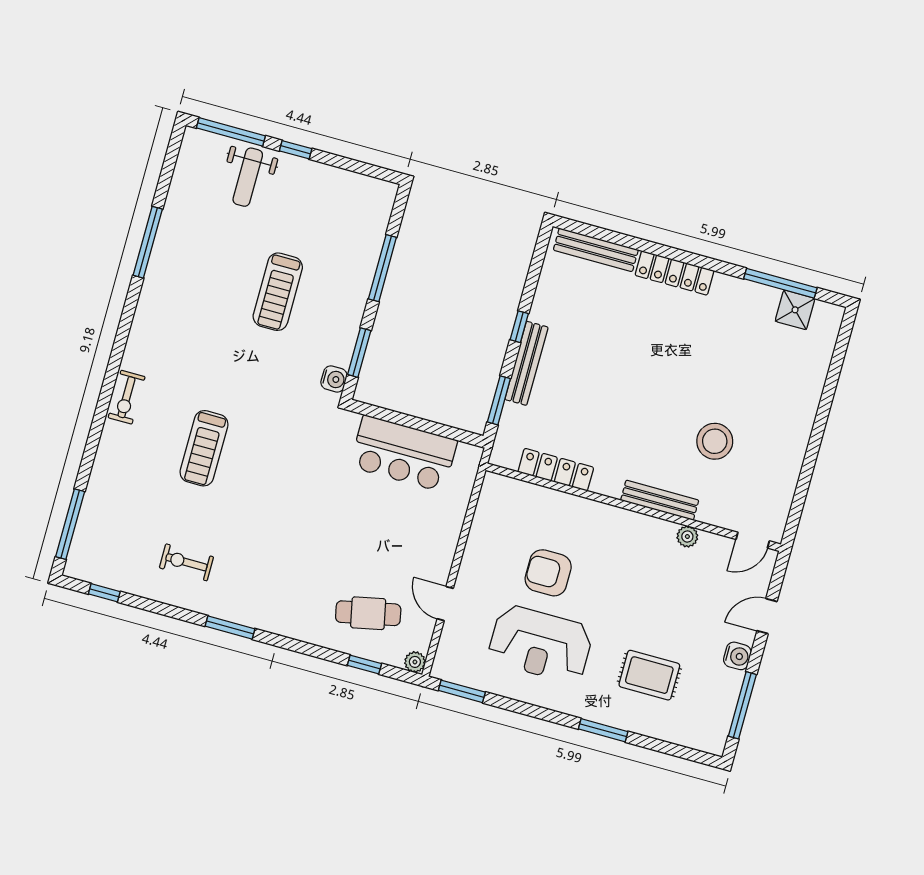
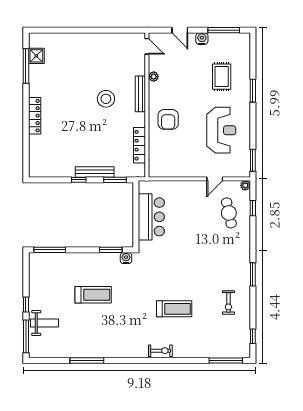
bench: (596, 250) -> (34, 155), removed
window: (382, 268) -> (50, 250), moved
stool: (715, 441) -> (106, 99), moved
armchair: (548, 573) -> (168, 119), moved

